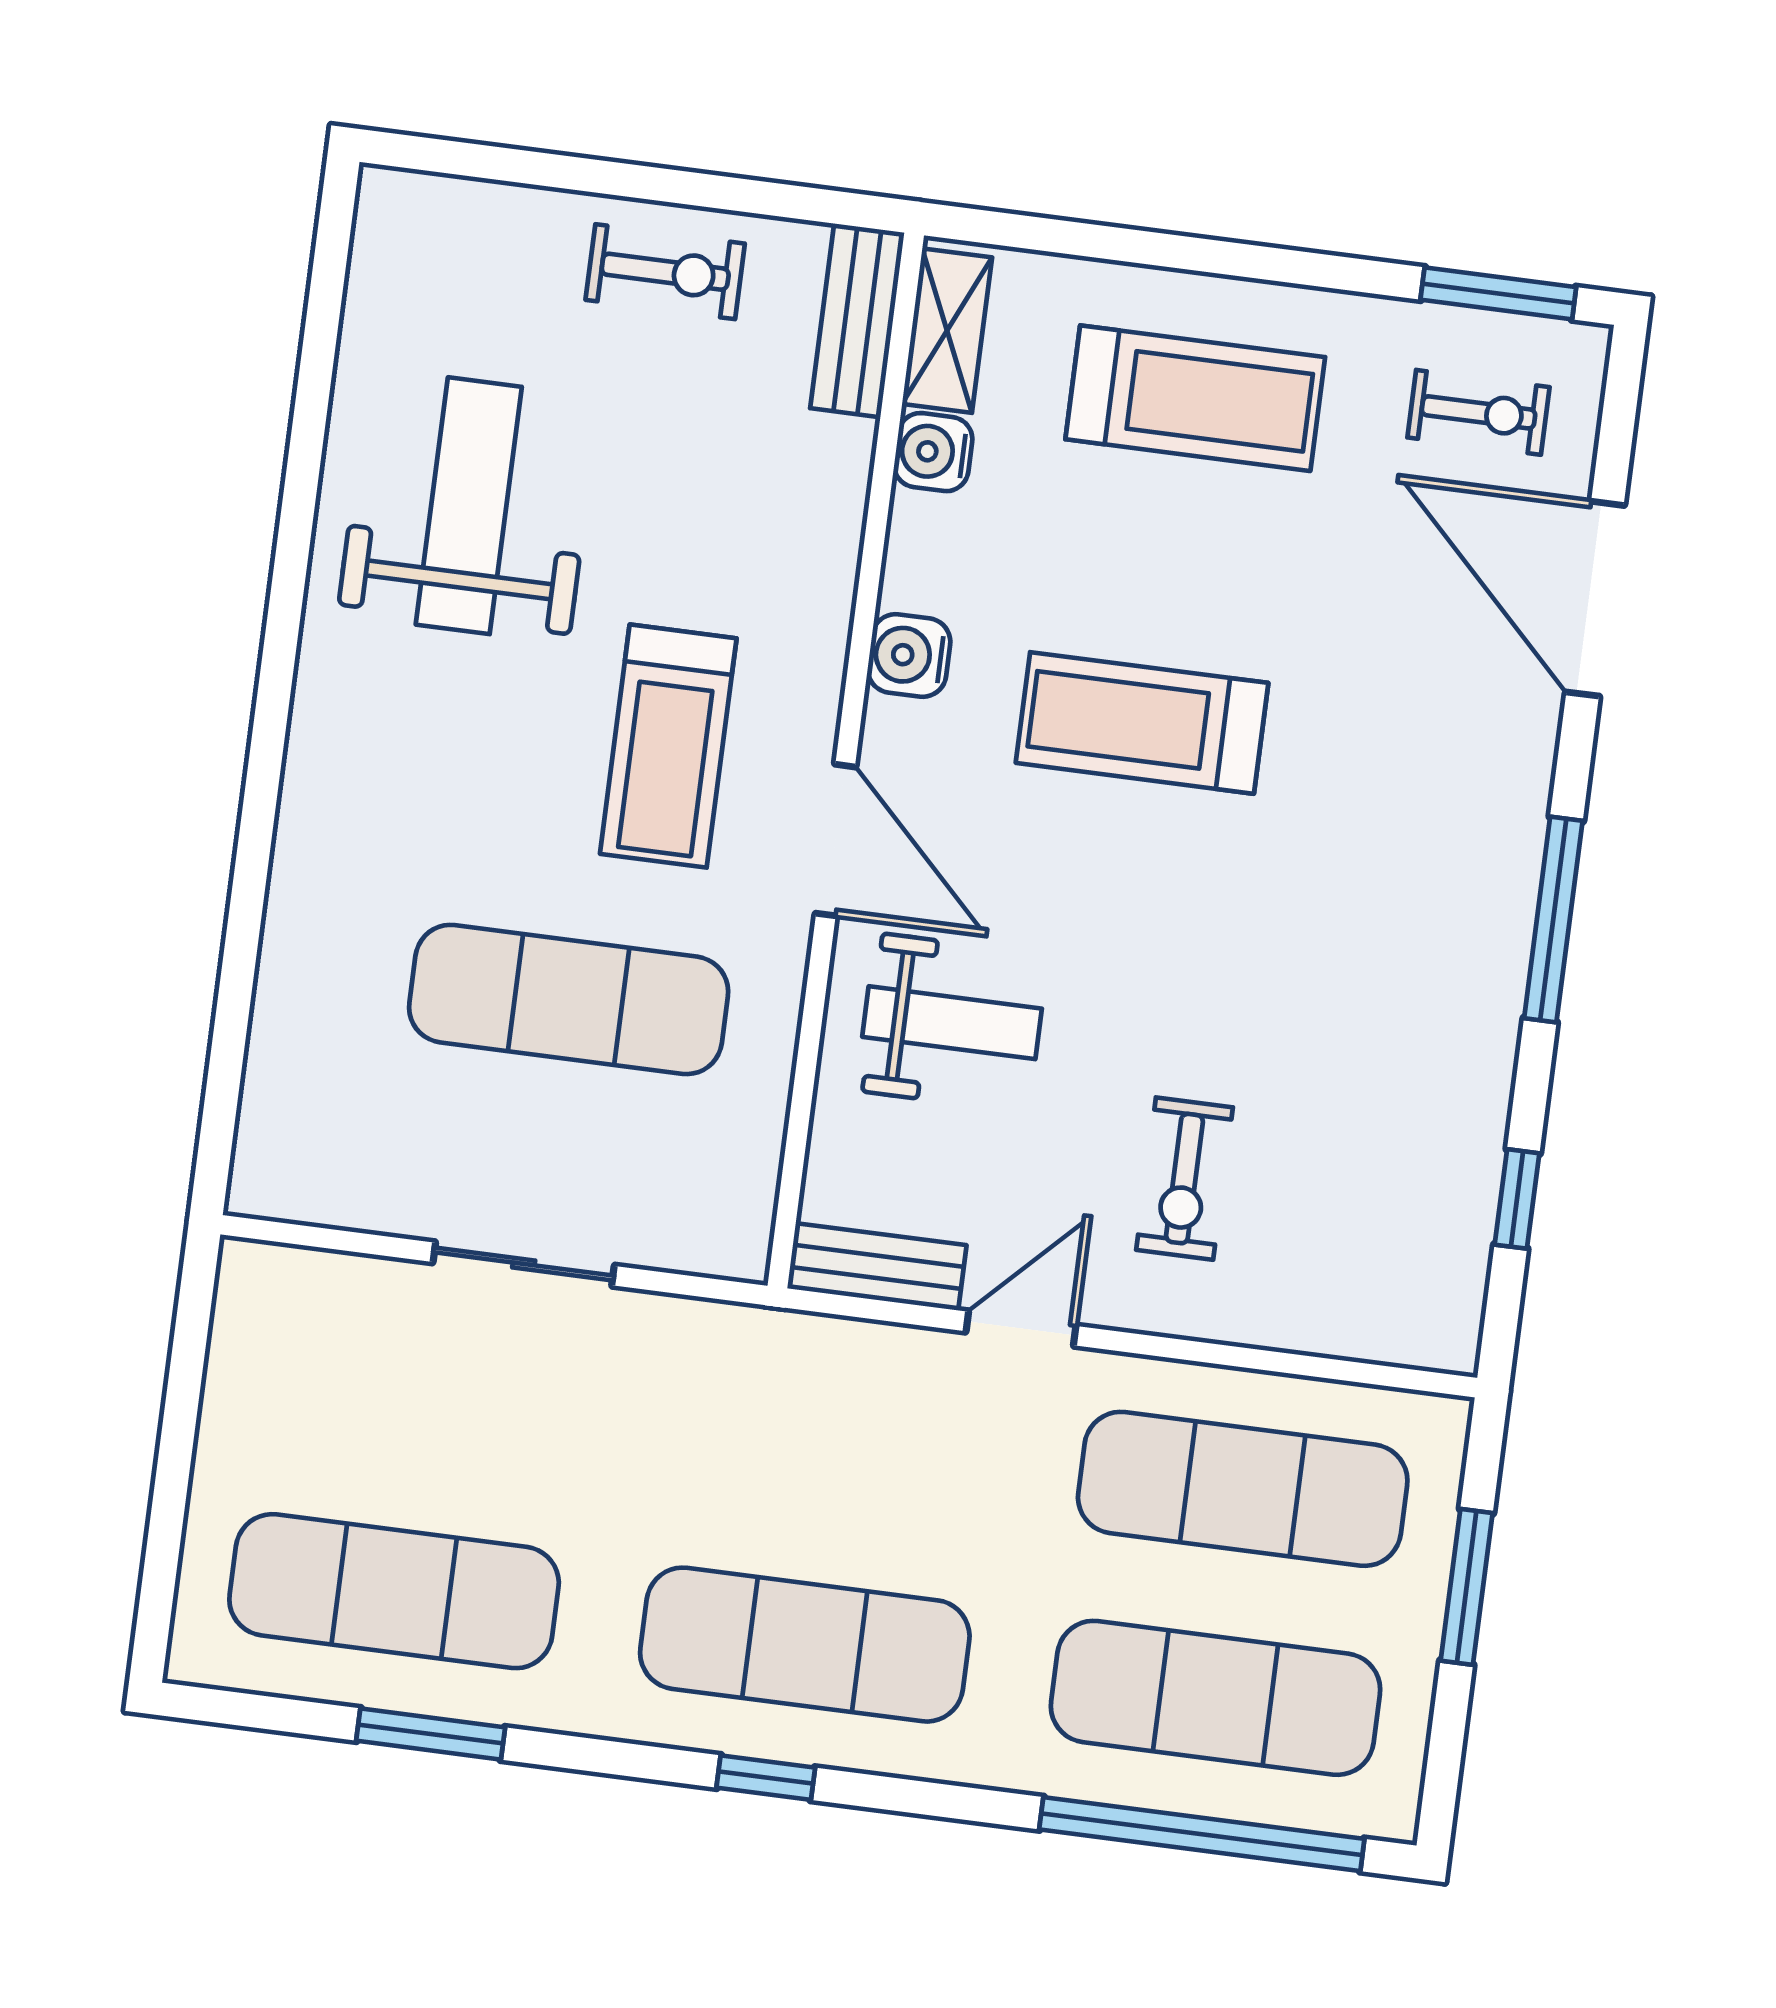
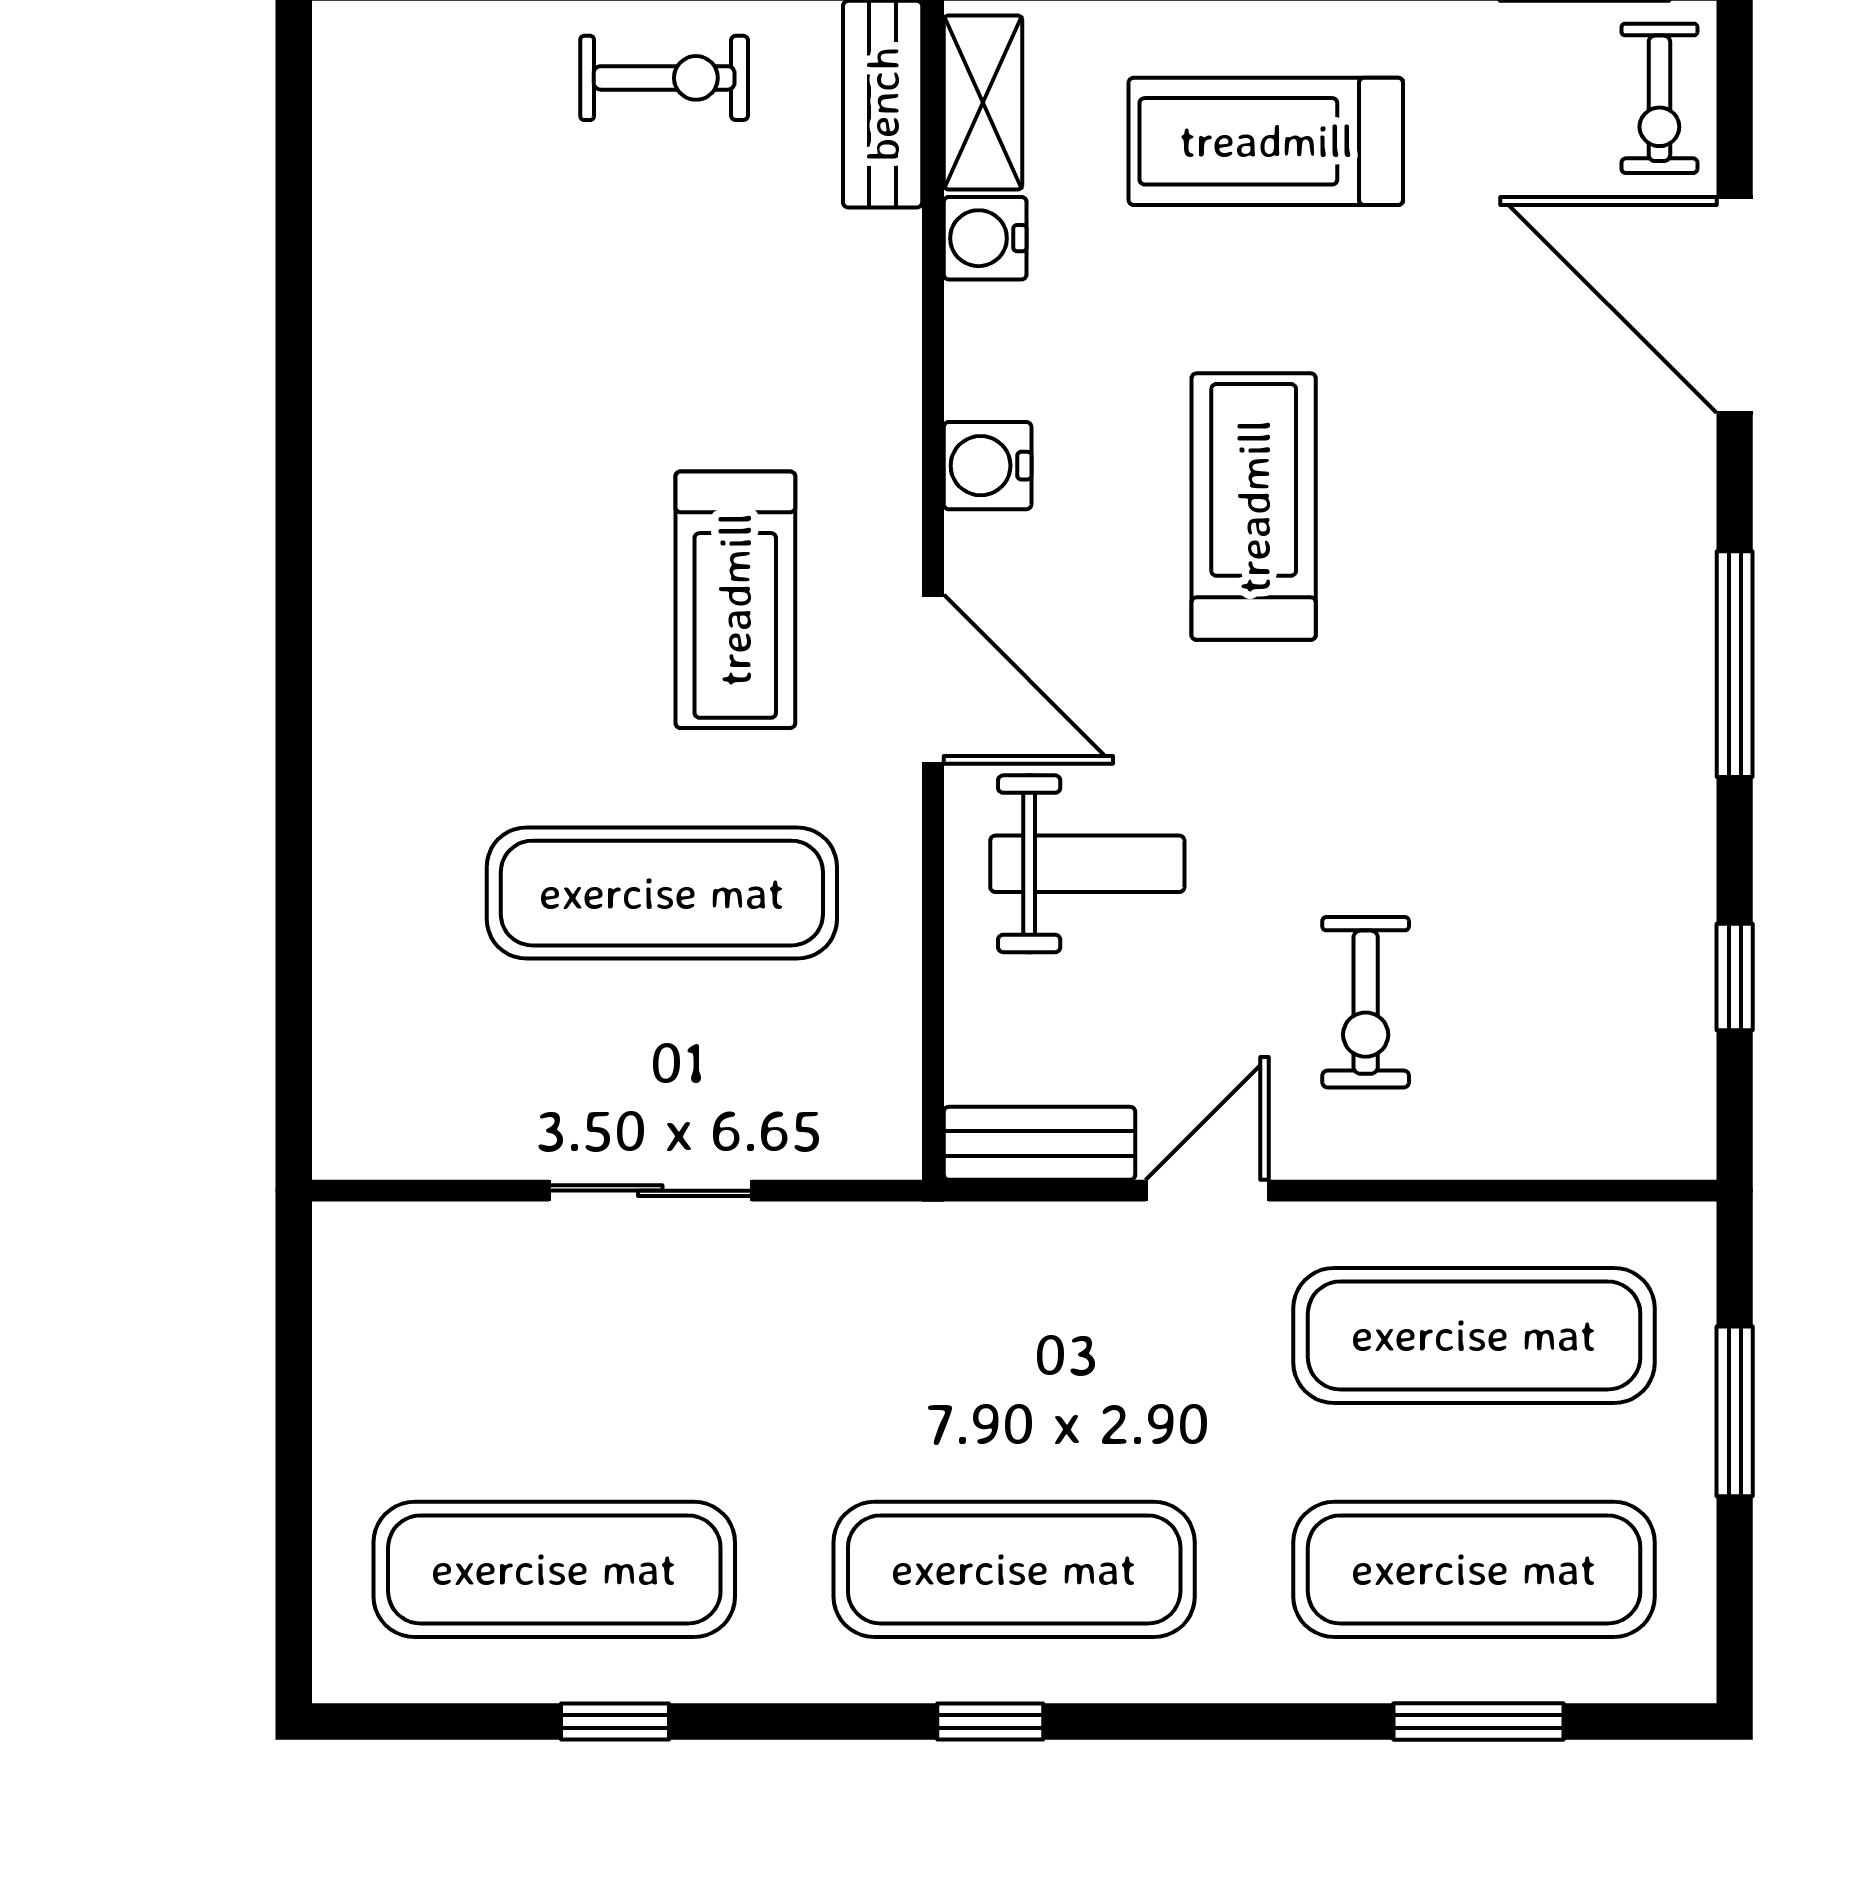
treadmill: (1195, 398) -> (1266, 141), turned 180
exercise bike: (1478, 412) -> (1659, 98), moved, turned 90
weight bench: (469, 506) -> (481, 364), removed
treadmill: (1142, 723) -> (1254, 507), turned 90
window: (431, 1734) -> (615, 1722), width x0.67
window: (1202, 1834) -> (1478, 1722), width x0.47

